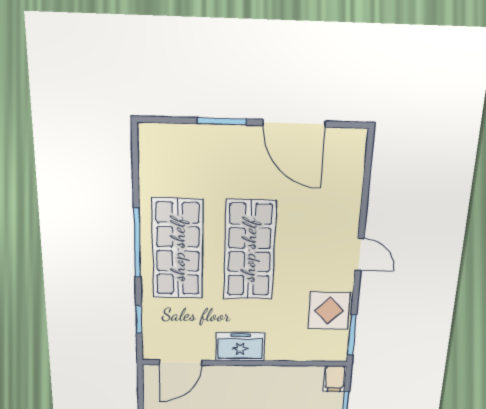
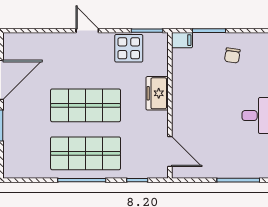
door: (359, 254) -> (87, 31), hinge flipped
freezer: (240, 347) -> (157, 93), moved

